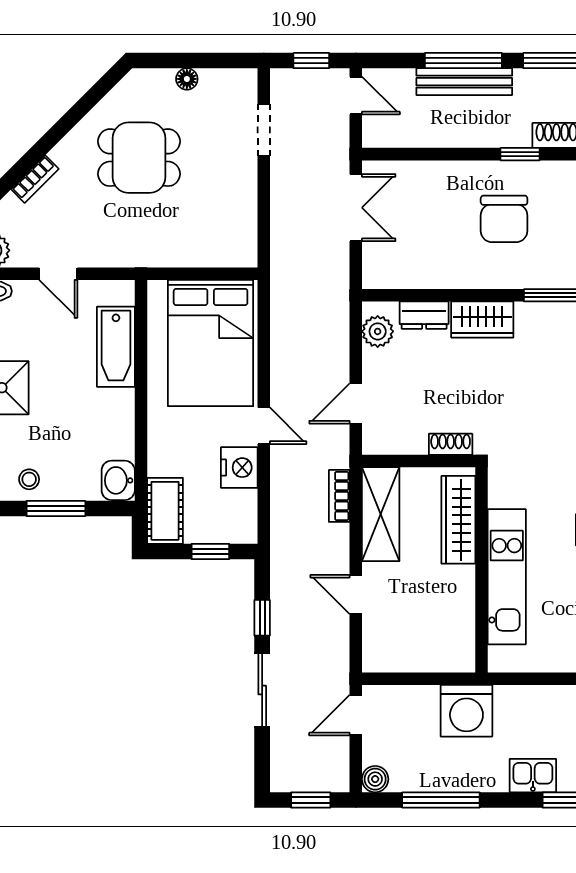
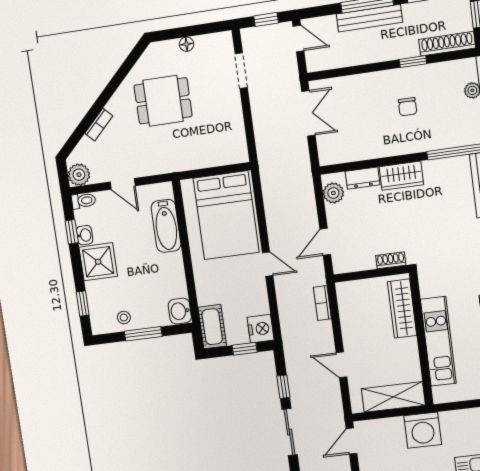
chair: (504, 219) -> (408, 107), width x0.54, depth x0.54
nightstand: (239, 468) -> (261, 329), moved
shelving: (381, 514) -> (393, 397), moved, turned 90

